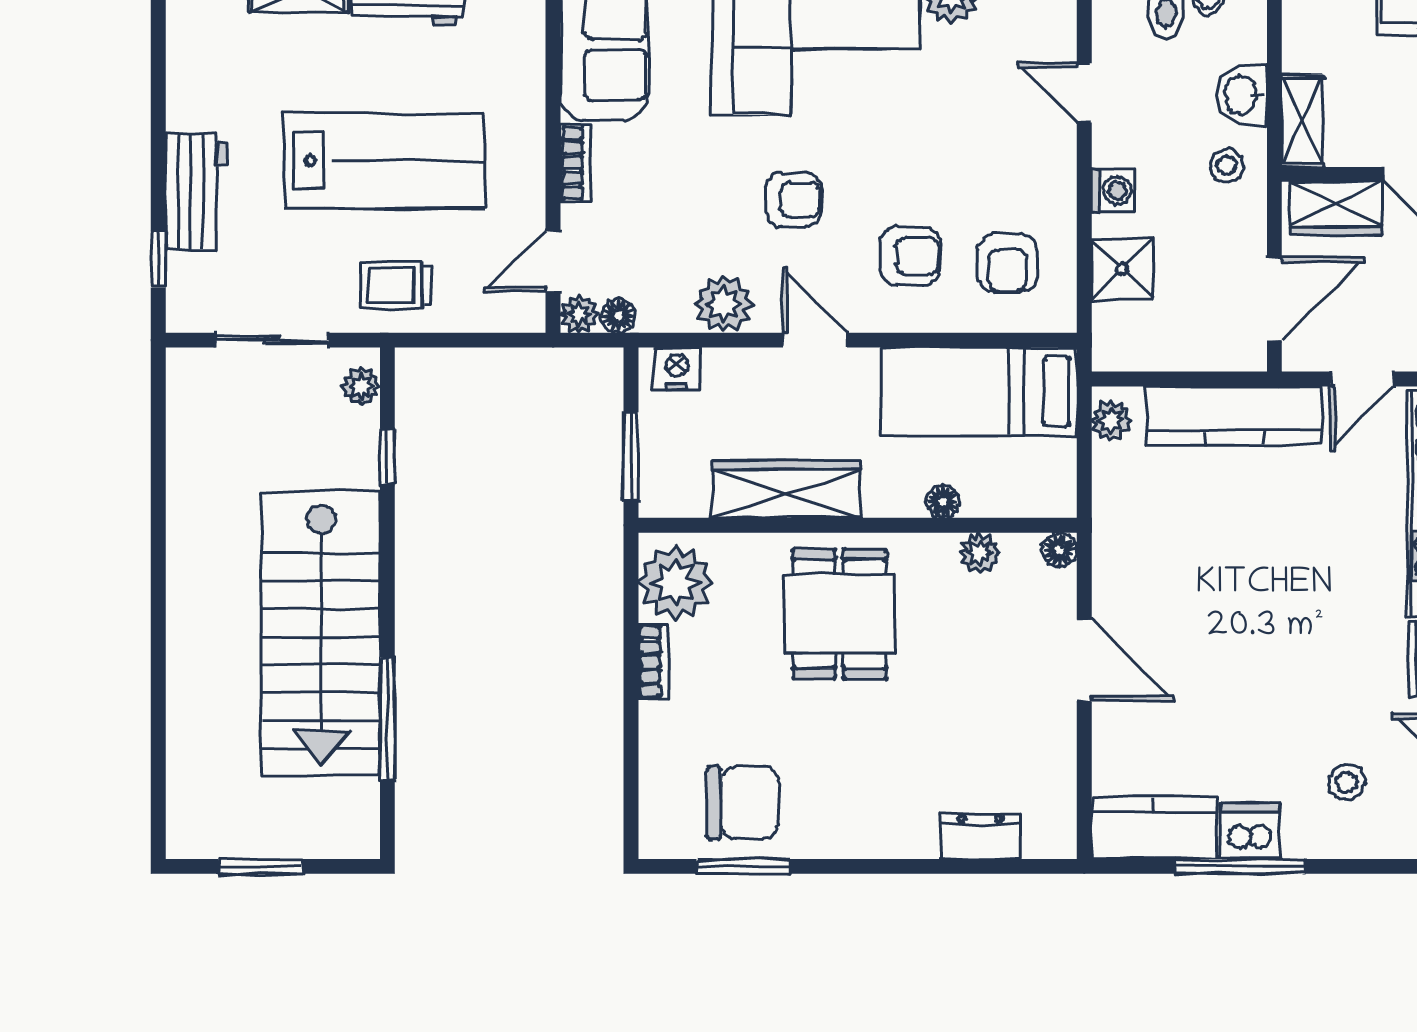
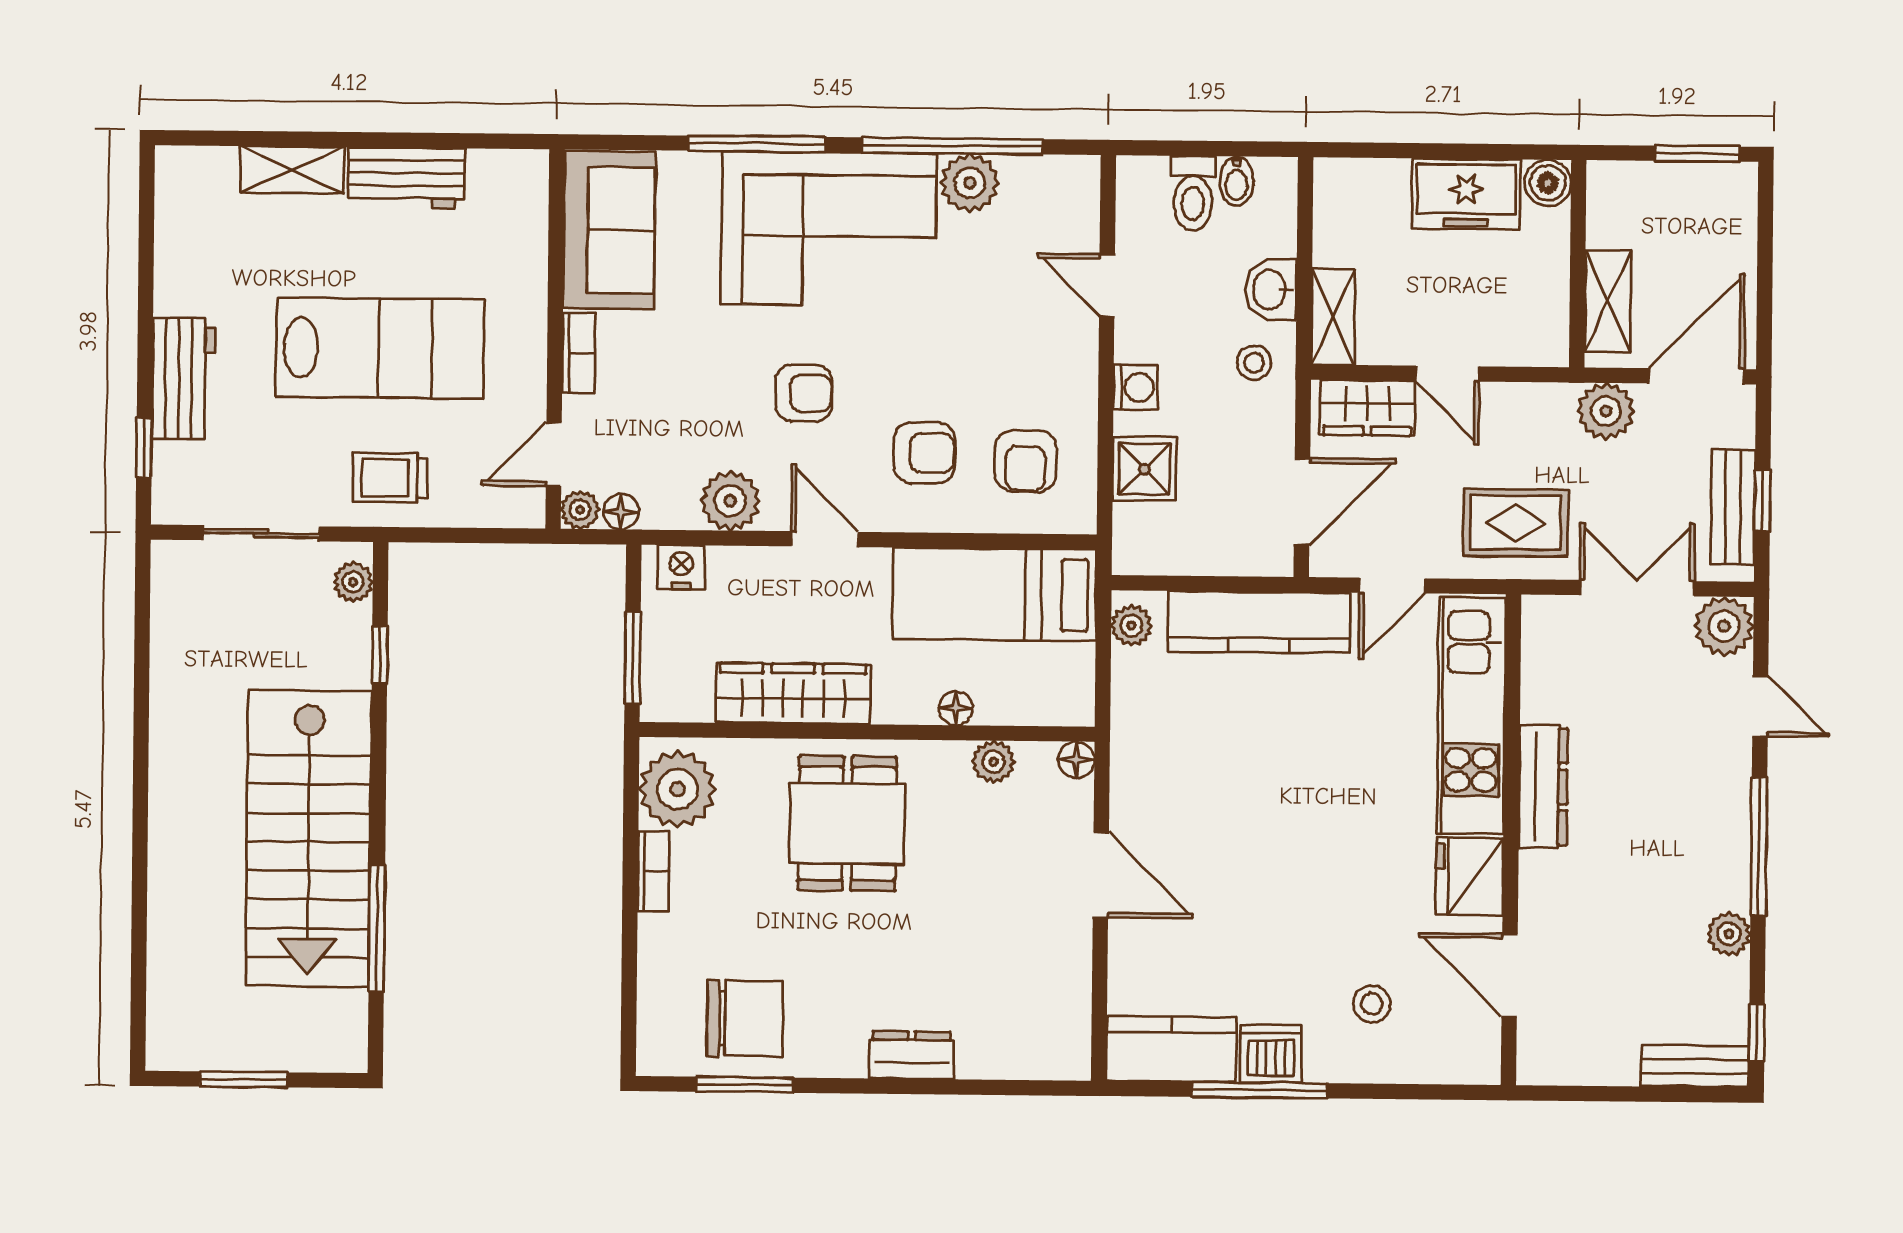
dresser: (980, 836) -> (911, 1055), moved

